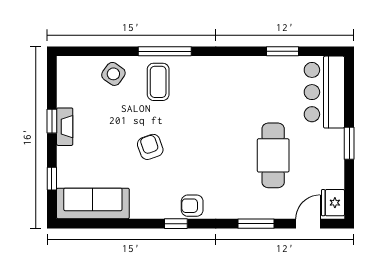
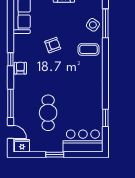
window: (165, 51) -> (105, 23), moved
cafe table: (273, 155) -> (48, 113), turned 90
window: (256, 224) -> (11, 103), width x1.44

